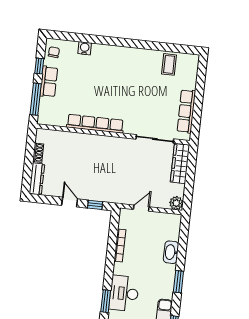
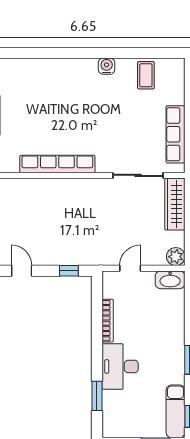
water cooler: (85, 48) -> (107, 66), moved
door: (70, 202) -> (22, 271), moved
washbasin: (171, 252) -> (170, 280), moved, turned -90
desk: (124, 293) -> (120, 366), moved

